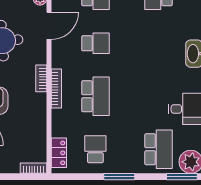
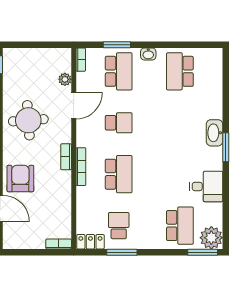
locker: (59, 153) -> (90, 242), moved, turned -90
window: (119, 177) -> (122, 252), moved

